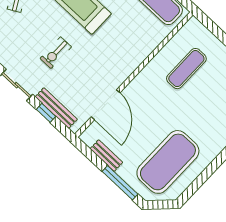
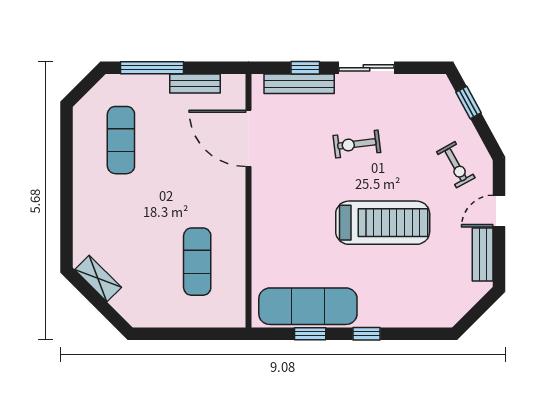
exercise bike: (56, 53) -> (357, 144), turned -97
exercise mat: (168, 162) -> (121, 140), width x0.50, depth x0.69

